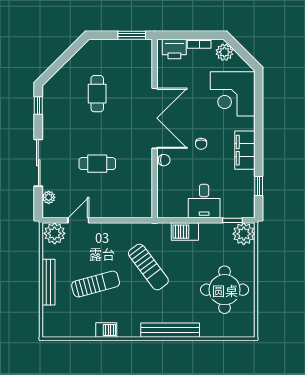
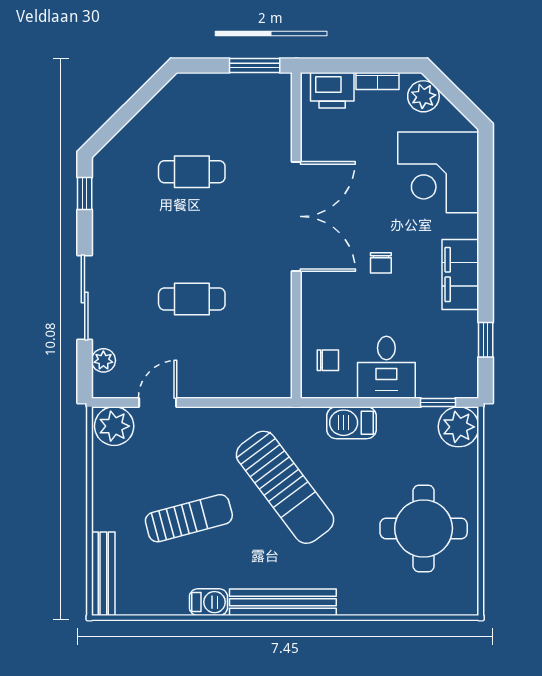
cafe table: (97, 94) -> (192, 172), turned 90
chair: (164, 160) -> (328, 360), moved
sun lounger: (148, 267) -> (285, 487), width x1.36, depth x1.34
bench: (49, 282) -> (103, 574), moved
bench: (170, 330) -> (283, 602), moved

